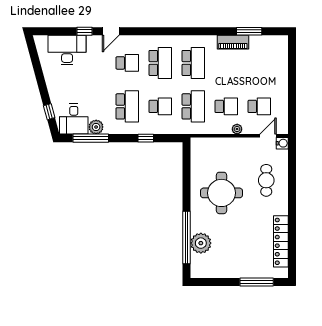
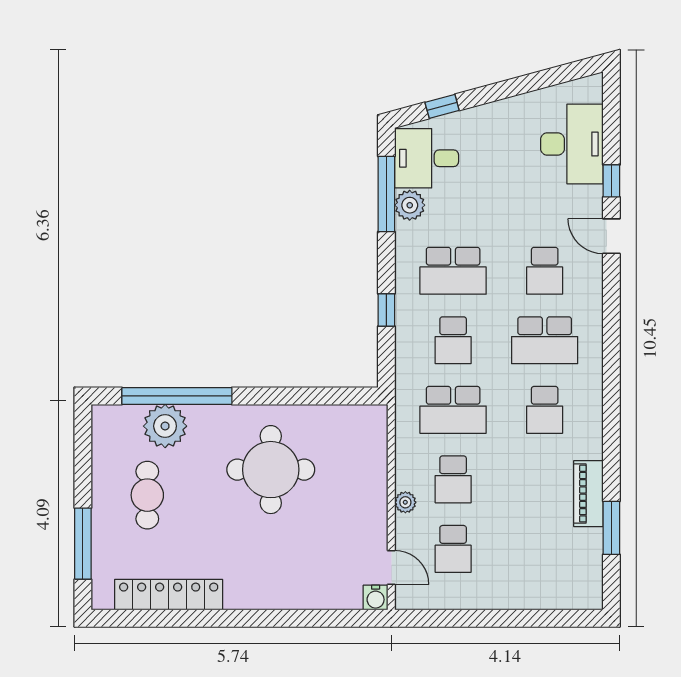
school desk: (193, 63) -> (545, 410), width x0.54
cafe table: (266, 180) -> (147, 495), moved, turned 90

